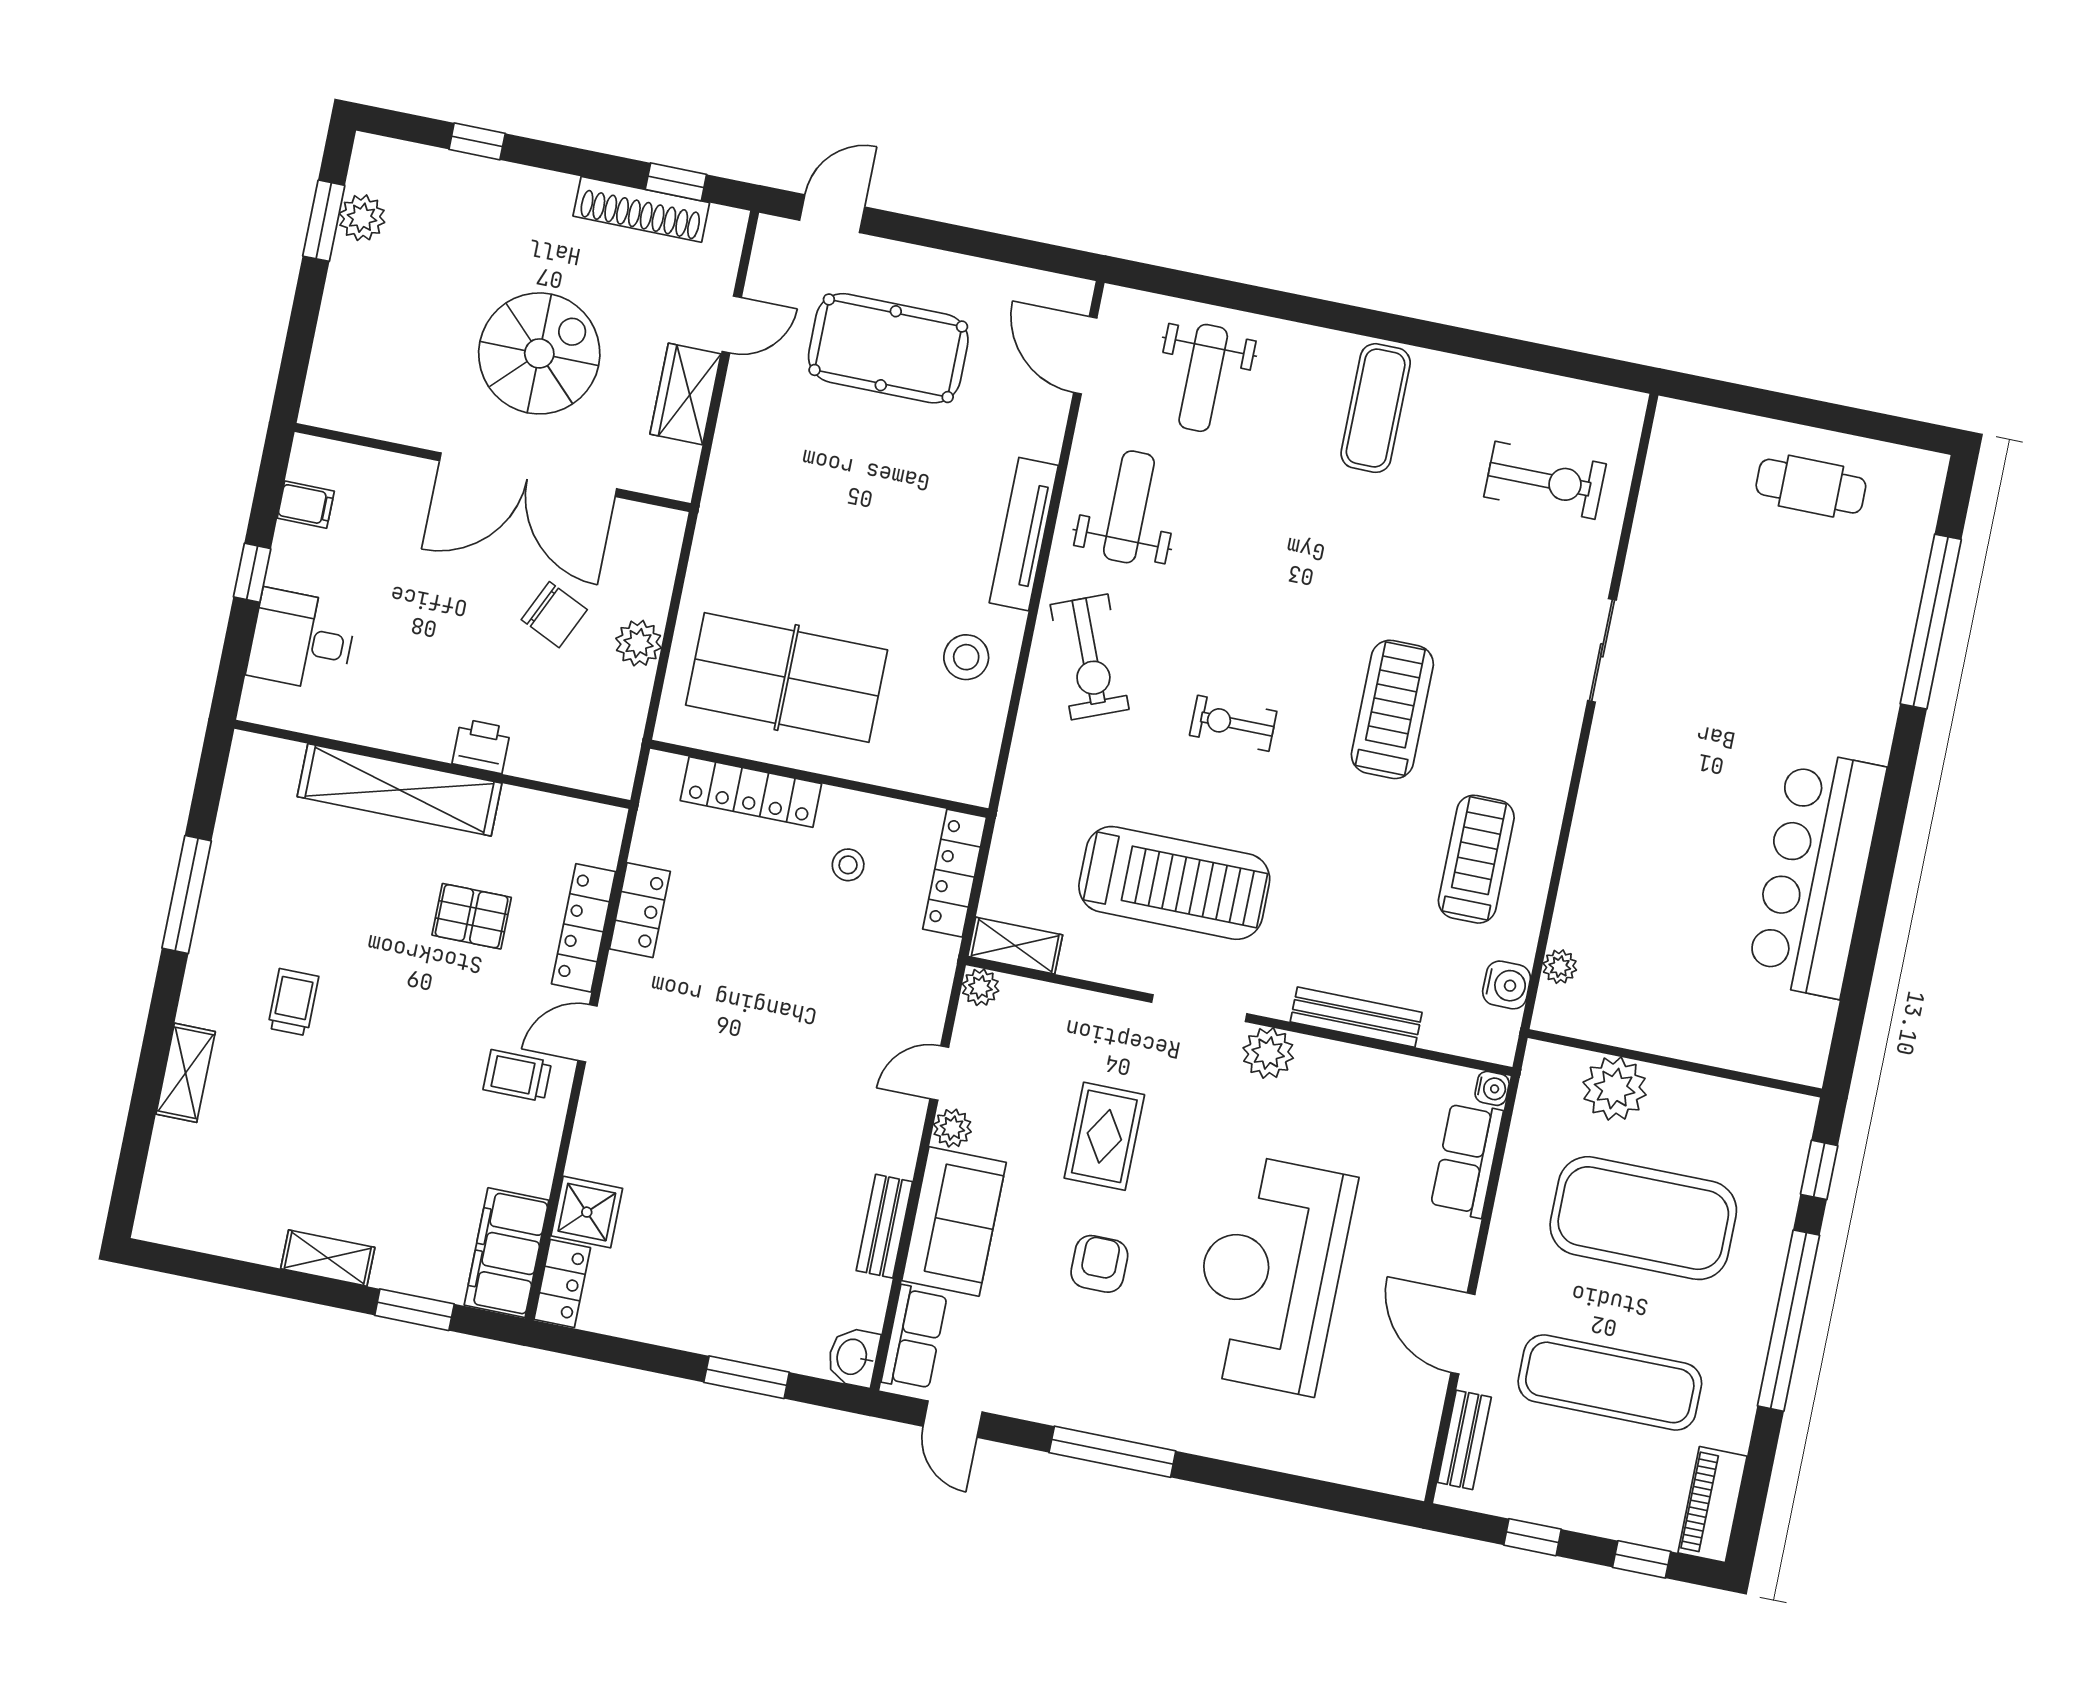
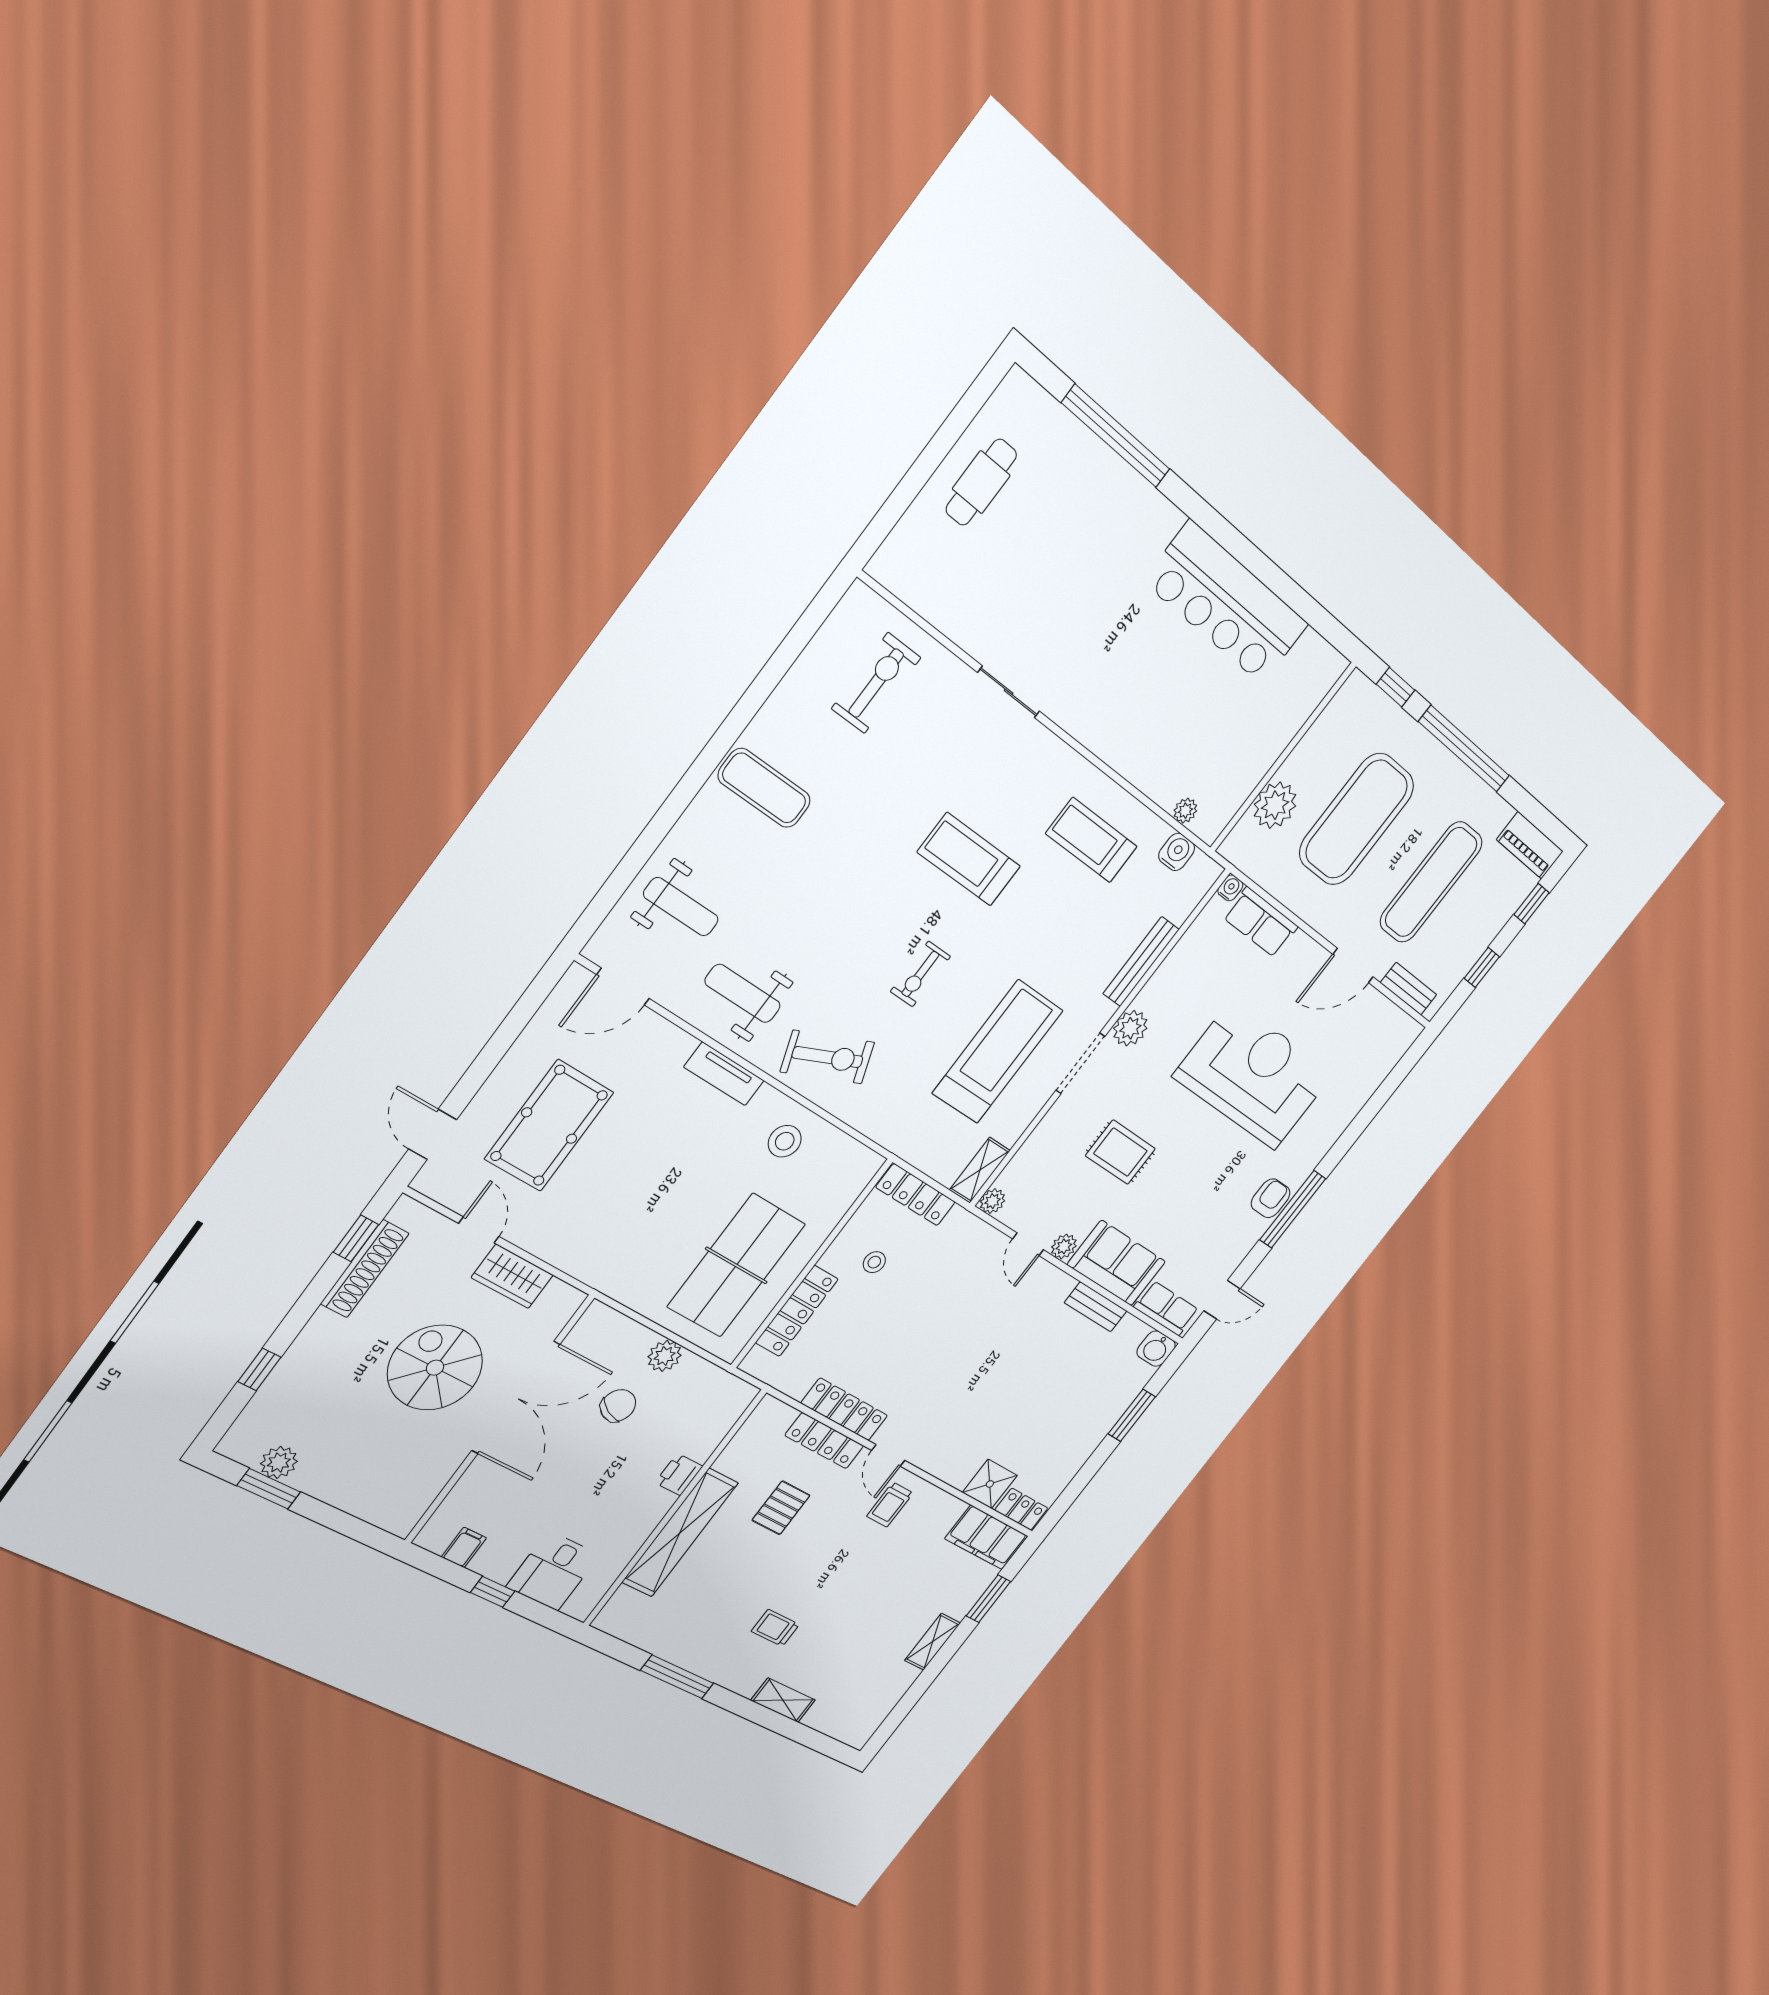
tv unit: (1024, 534) -> (724, 1074), width x0.71
locker: (640, 910) -> (844, 1409), width x1.53
armchair: (1099, 1264) -> (1271, 1198), moved, turned 90
reception desk: (1271, 1274) -> (1254, 1075), turned 180

